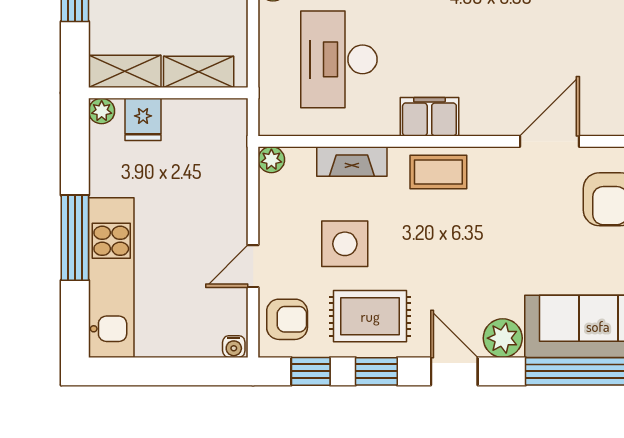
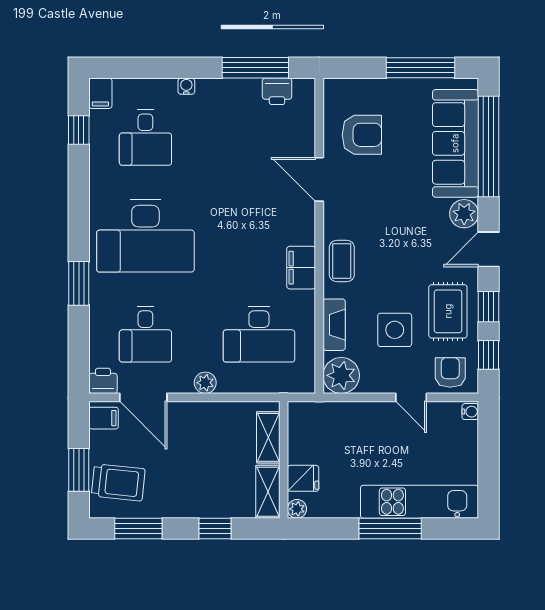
plant: (271, 160) -> (341, 375), width x1.88, depth x1.88

